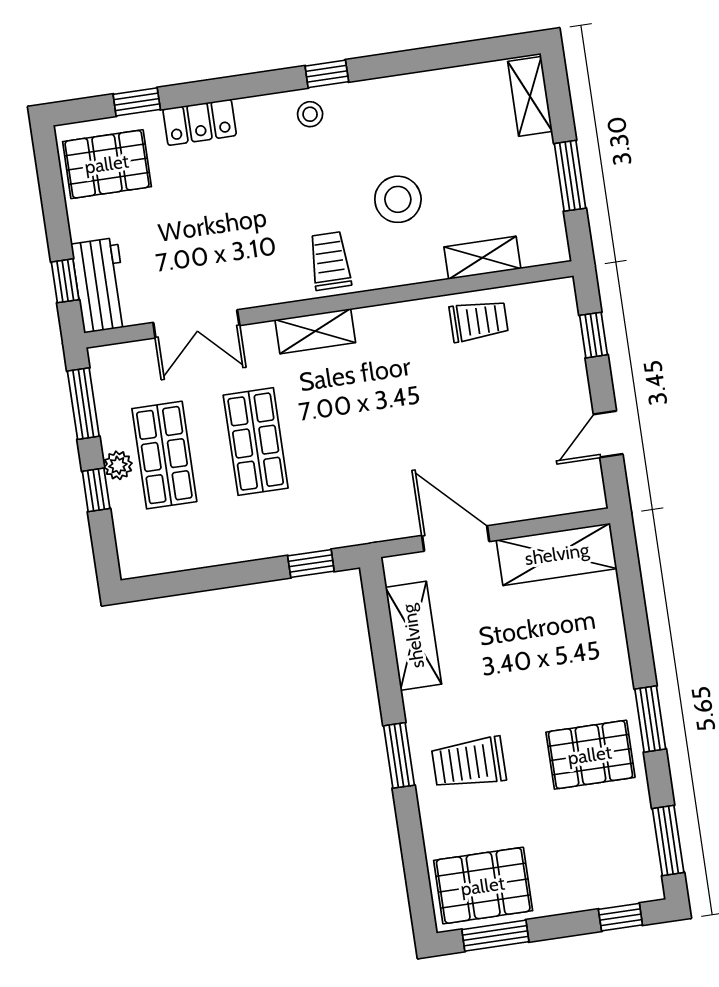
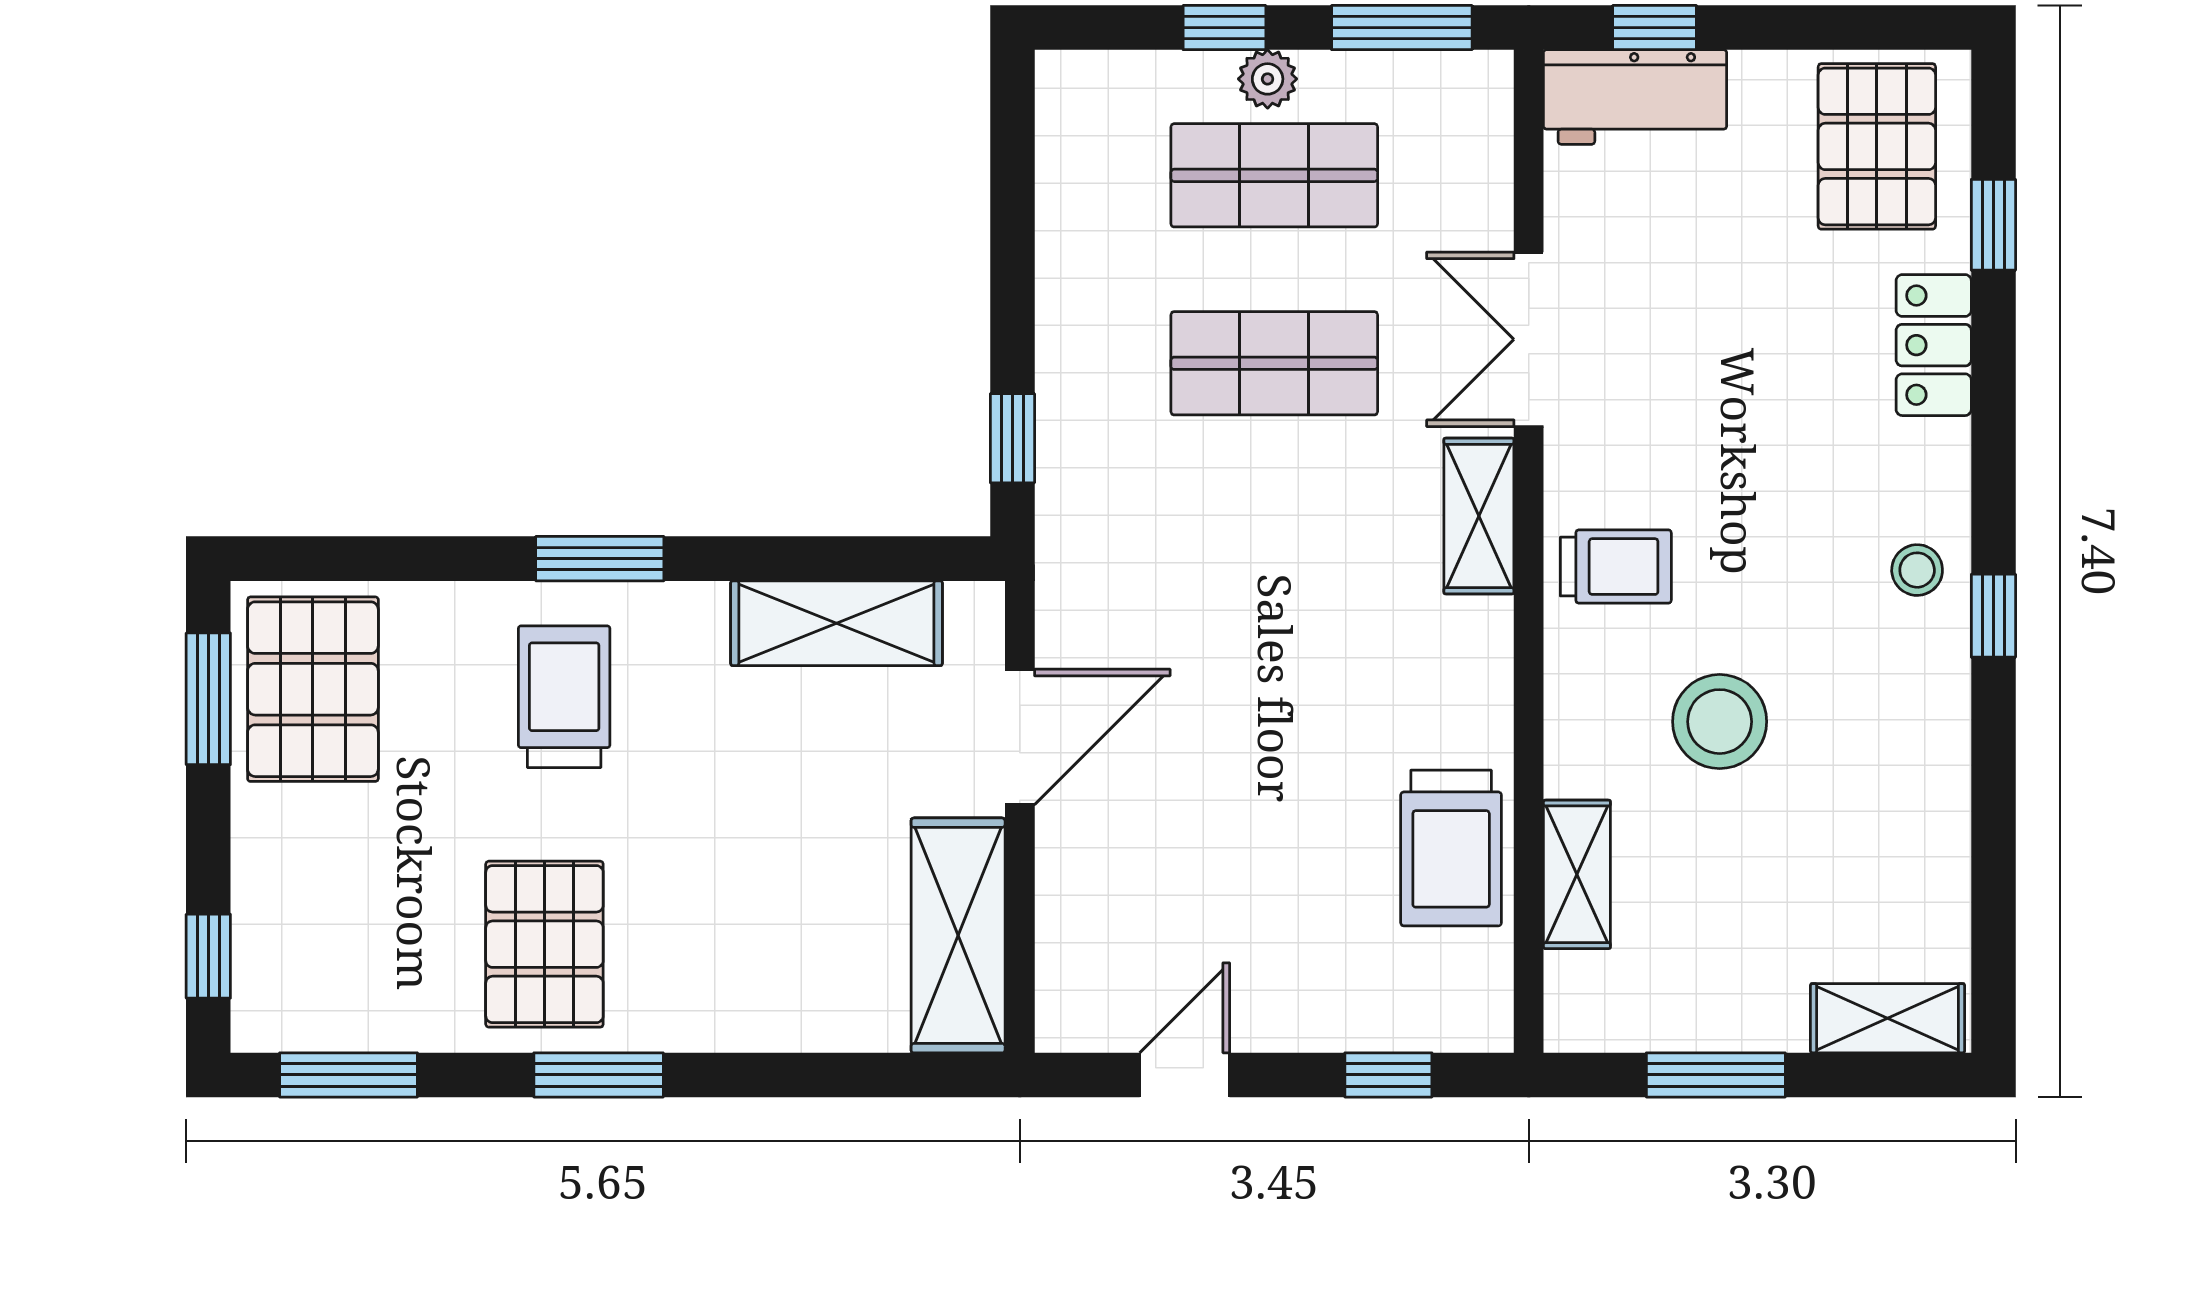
trolley: (479, 321) -> (1451, 848), width x1.36, depth x1.39
double door: (196, 324) -> (1529, 339), moved
door: (608, 434) -> (1185, 1075), hinge flipped

